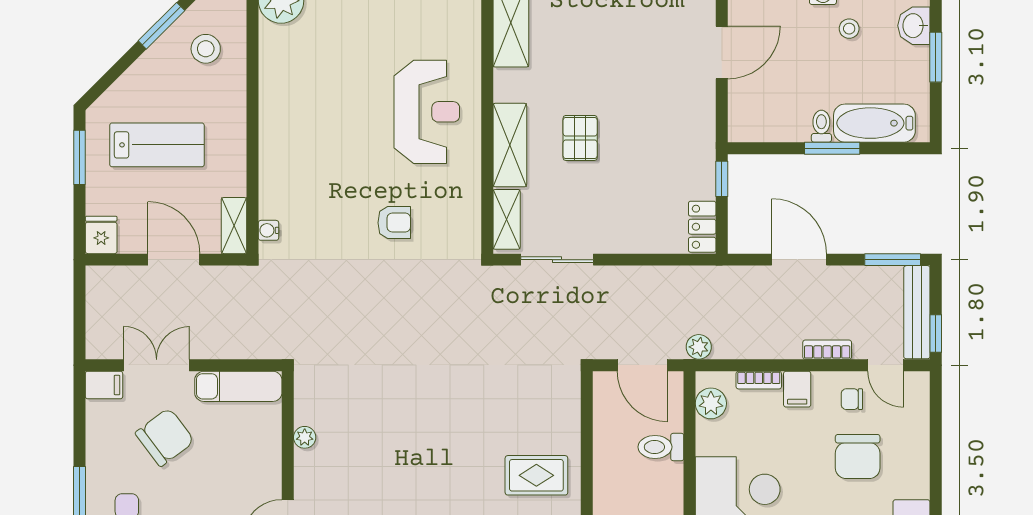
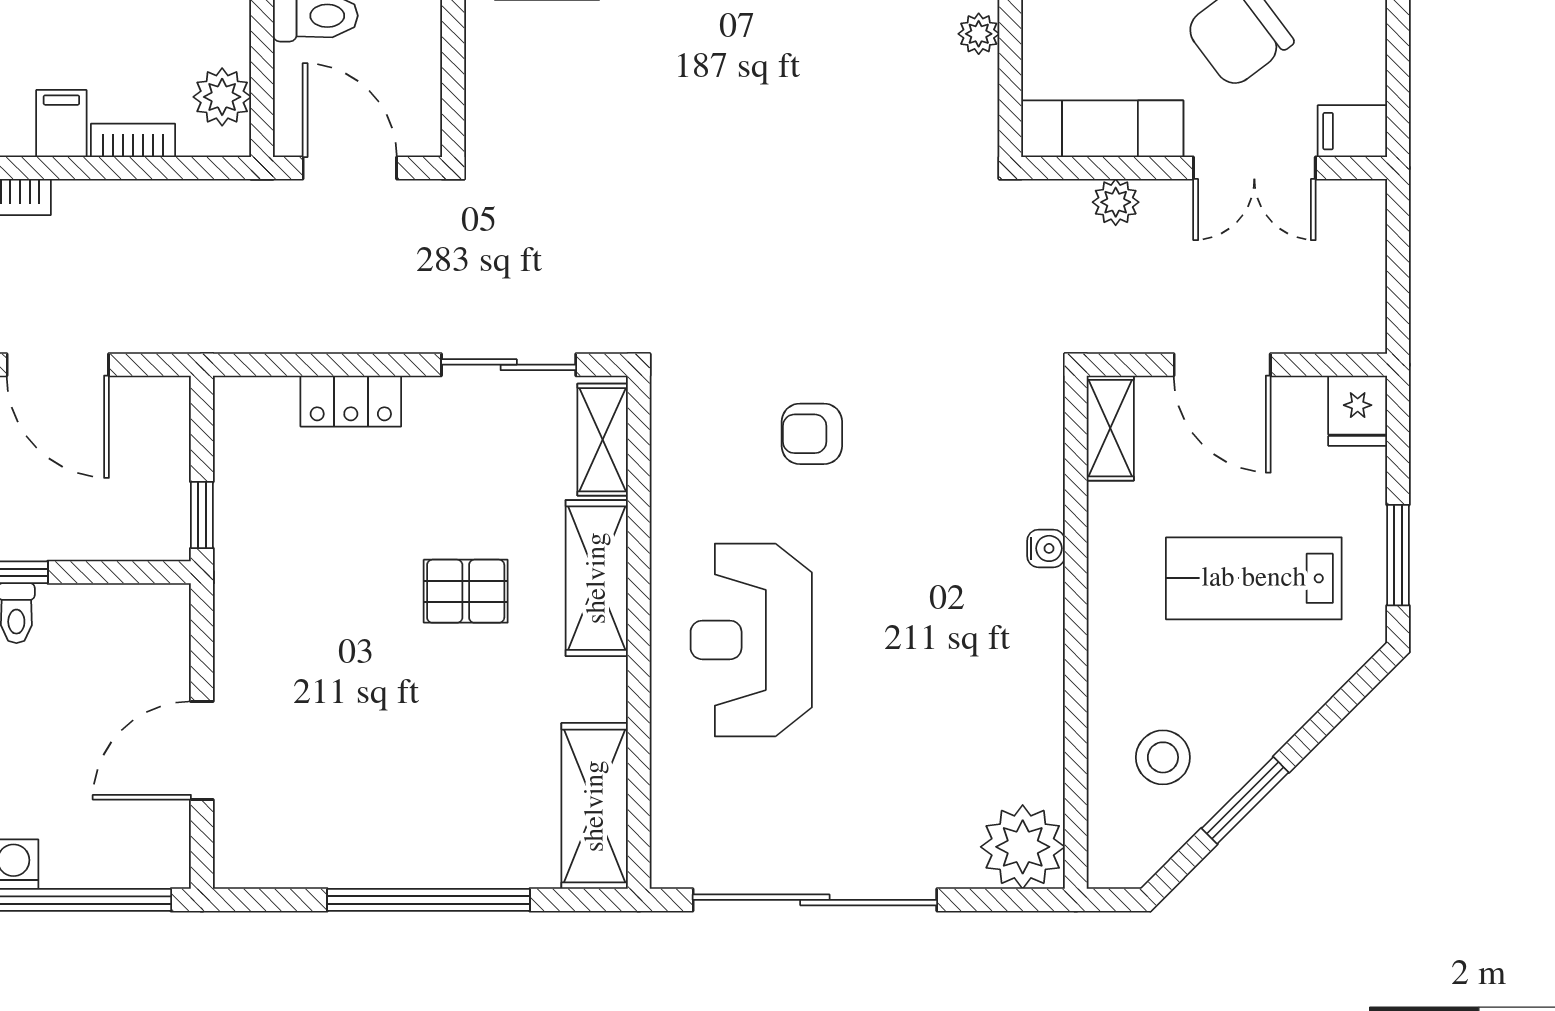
pallet: (580, 138) -> (466, 591), turned 90
locker: (702, 227) -> (351, 401), moved, turned 90
water cooler: (269, 230) -> (1046, 548), moved
plant: (699, 347) -> (1116, 202), moved

